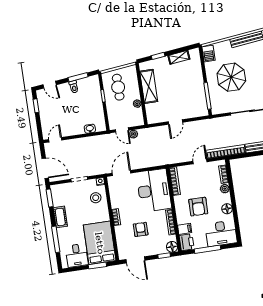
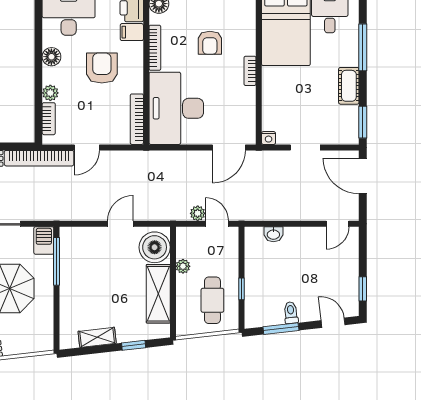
barbecue: (208, 54) -> (44, 240), moved
boiler: (154, 112) -> (155, 247), added
stool: (96, 198) -> (281, 111), removed

